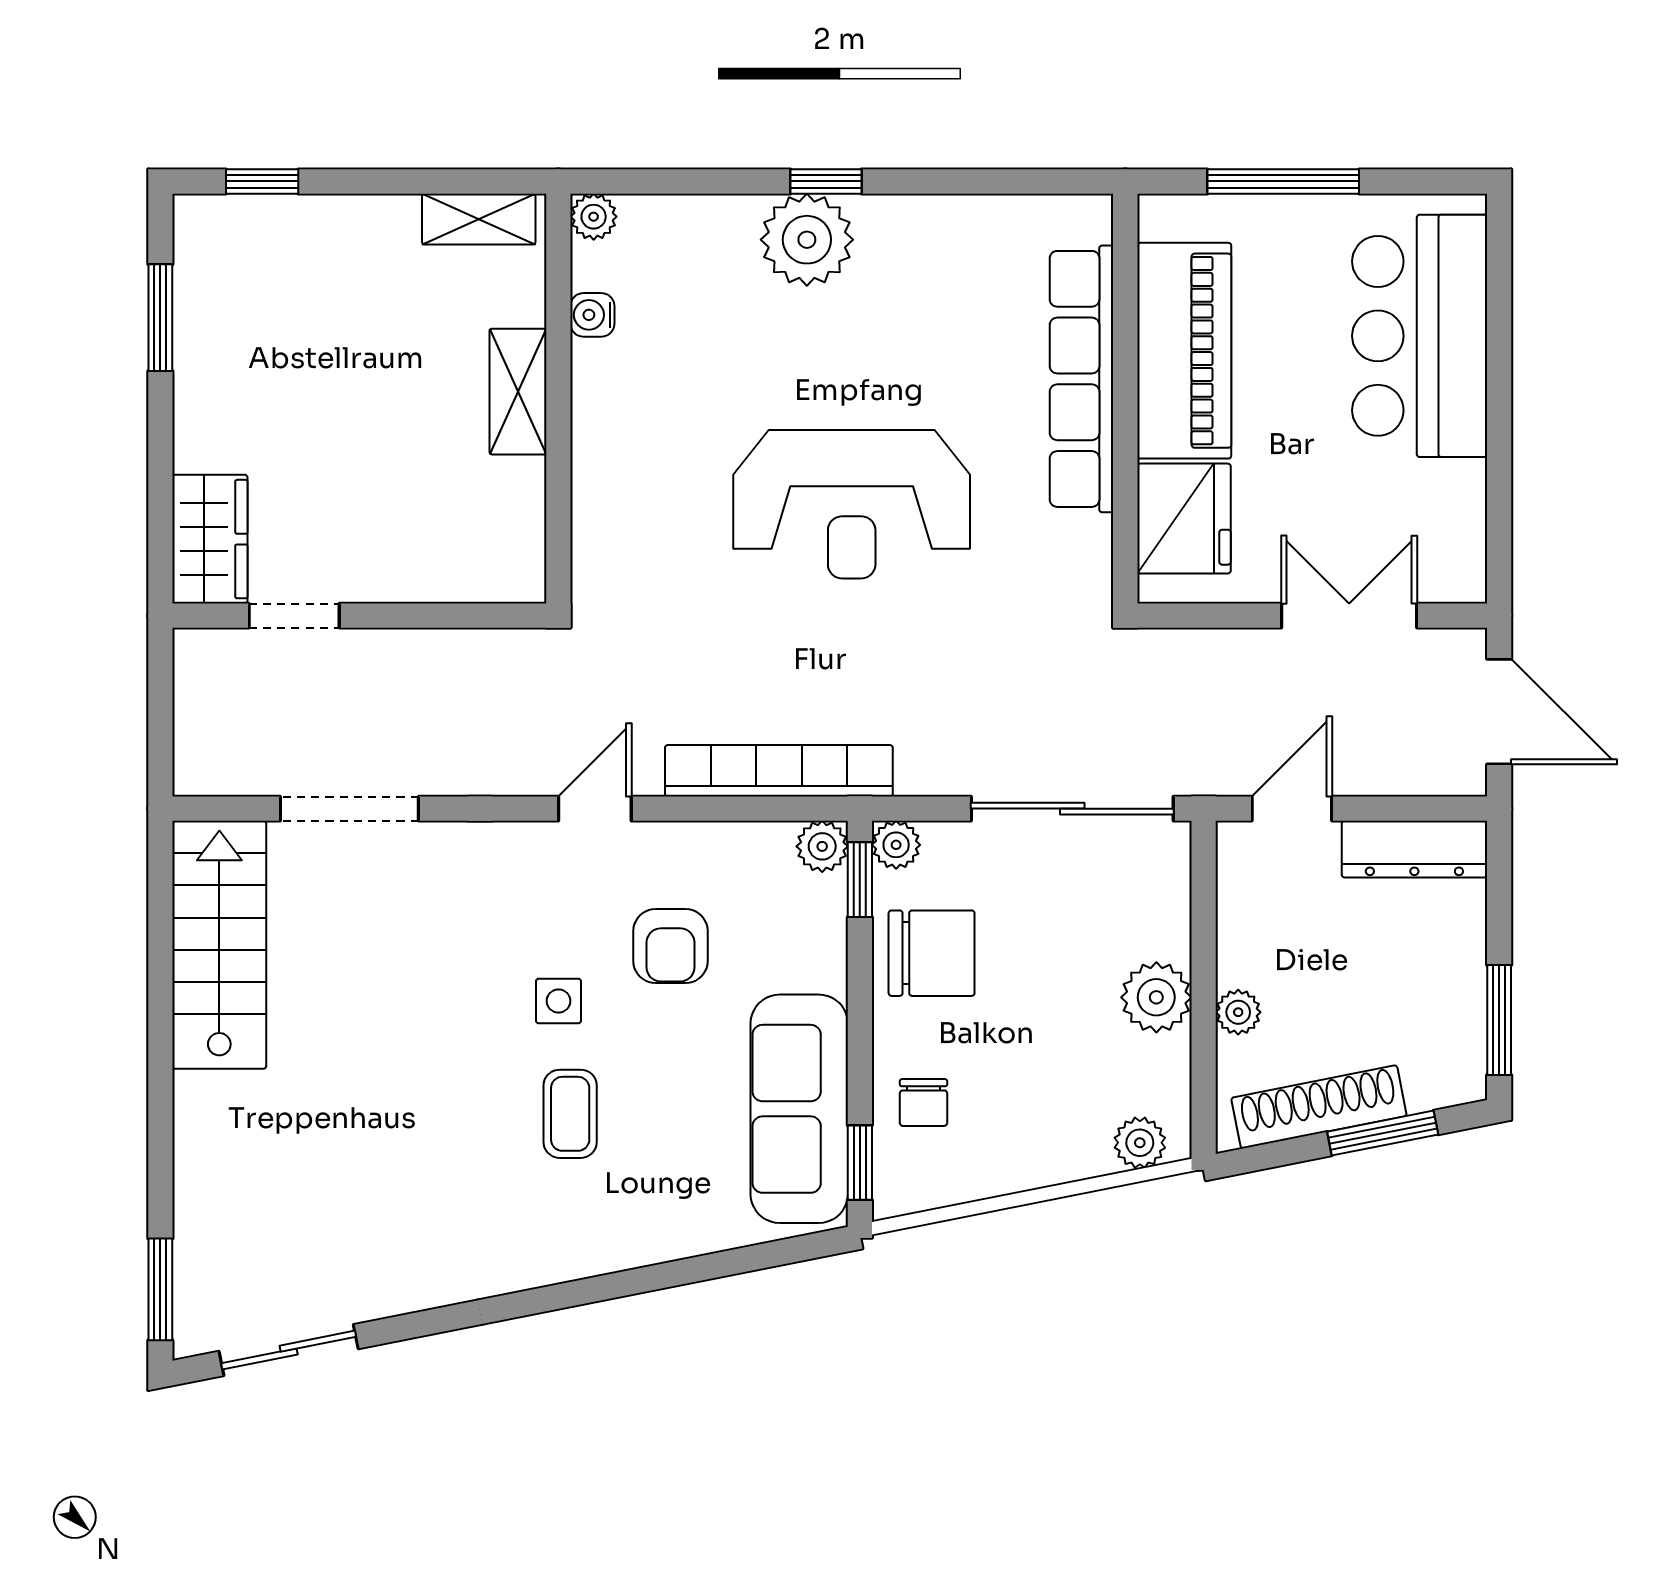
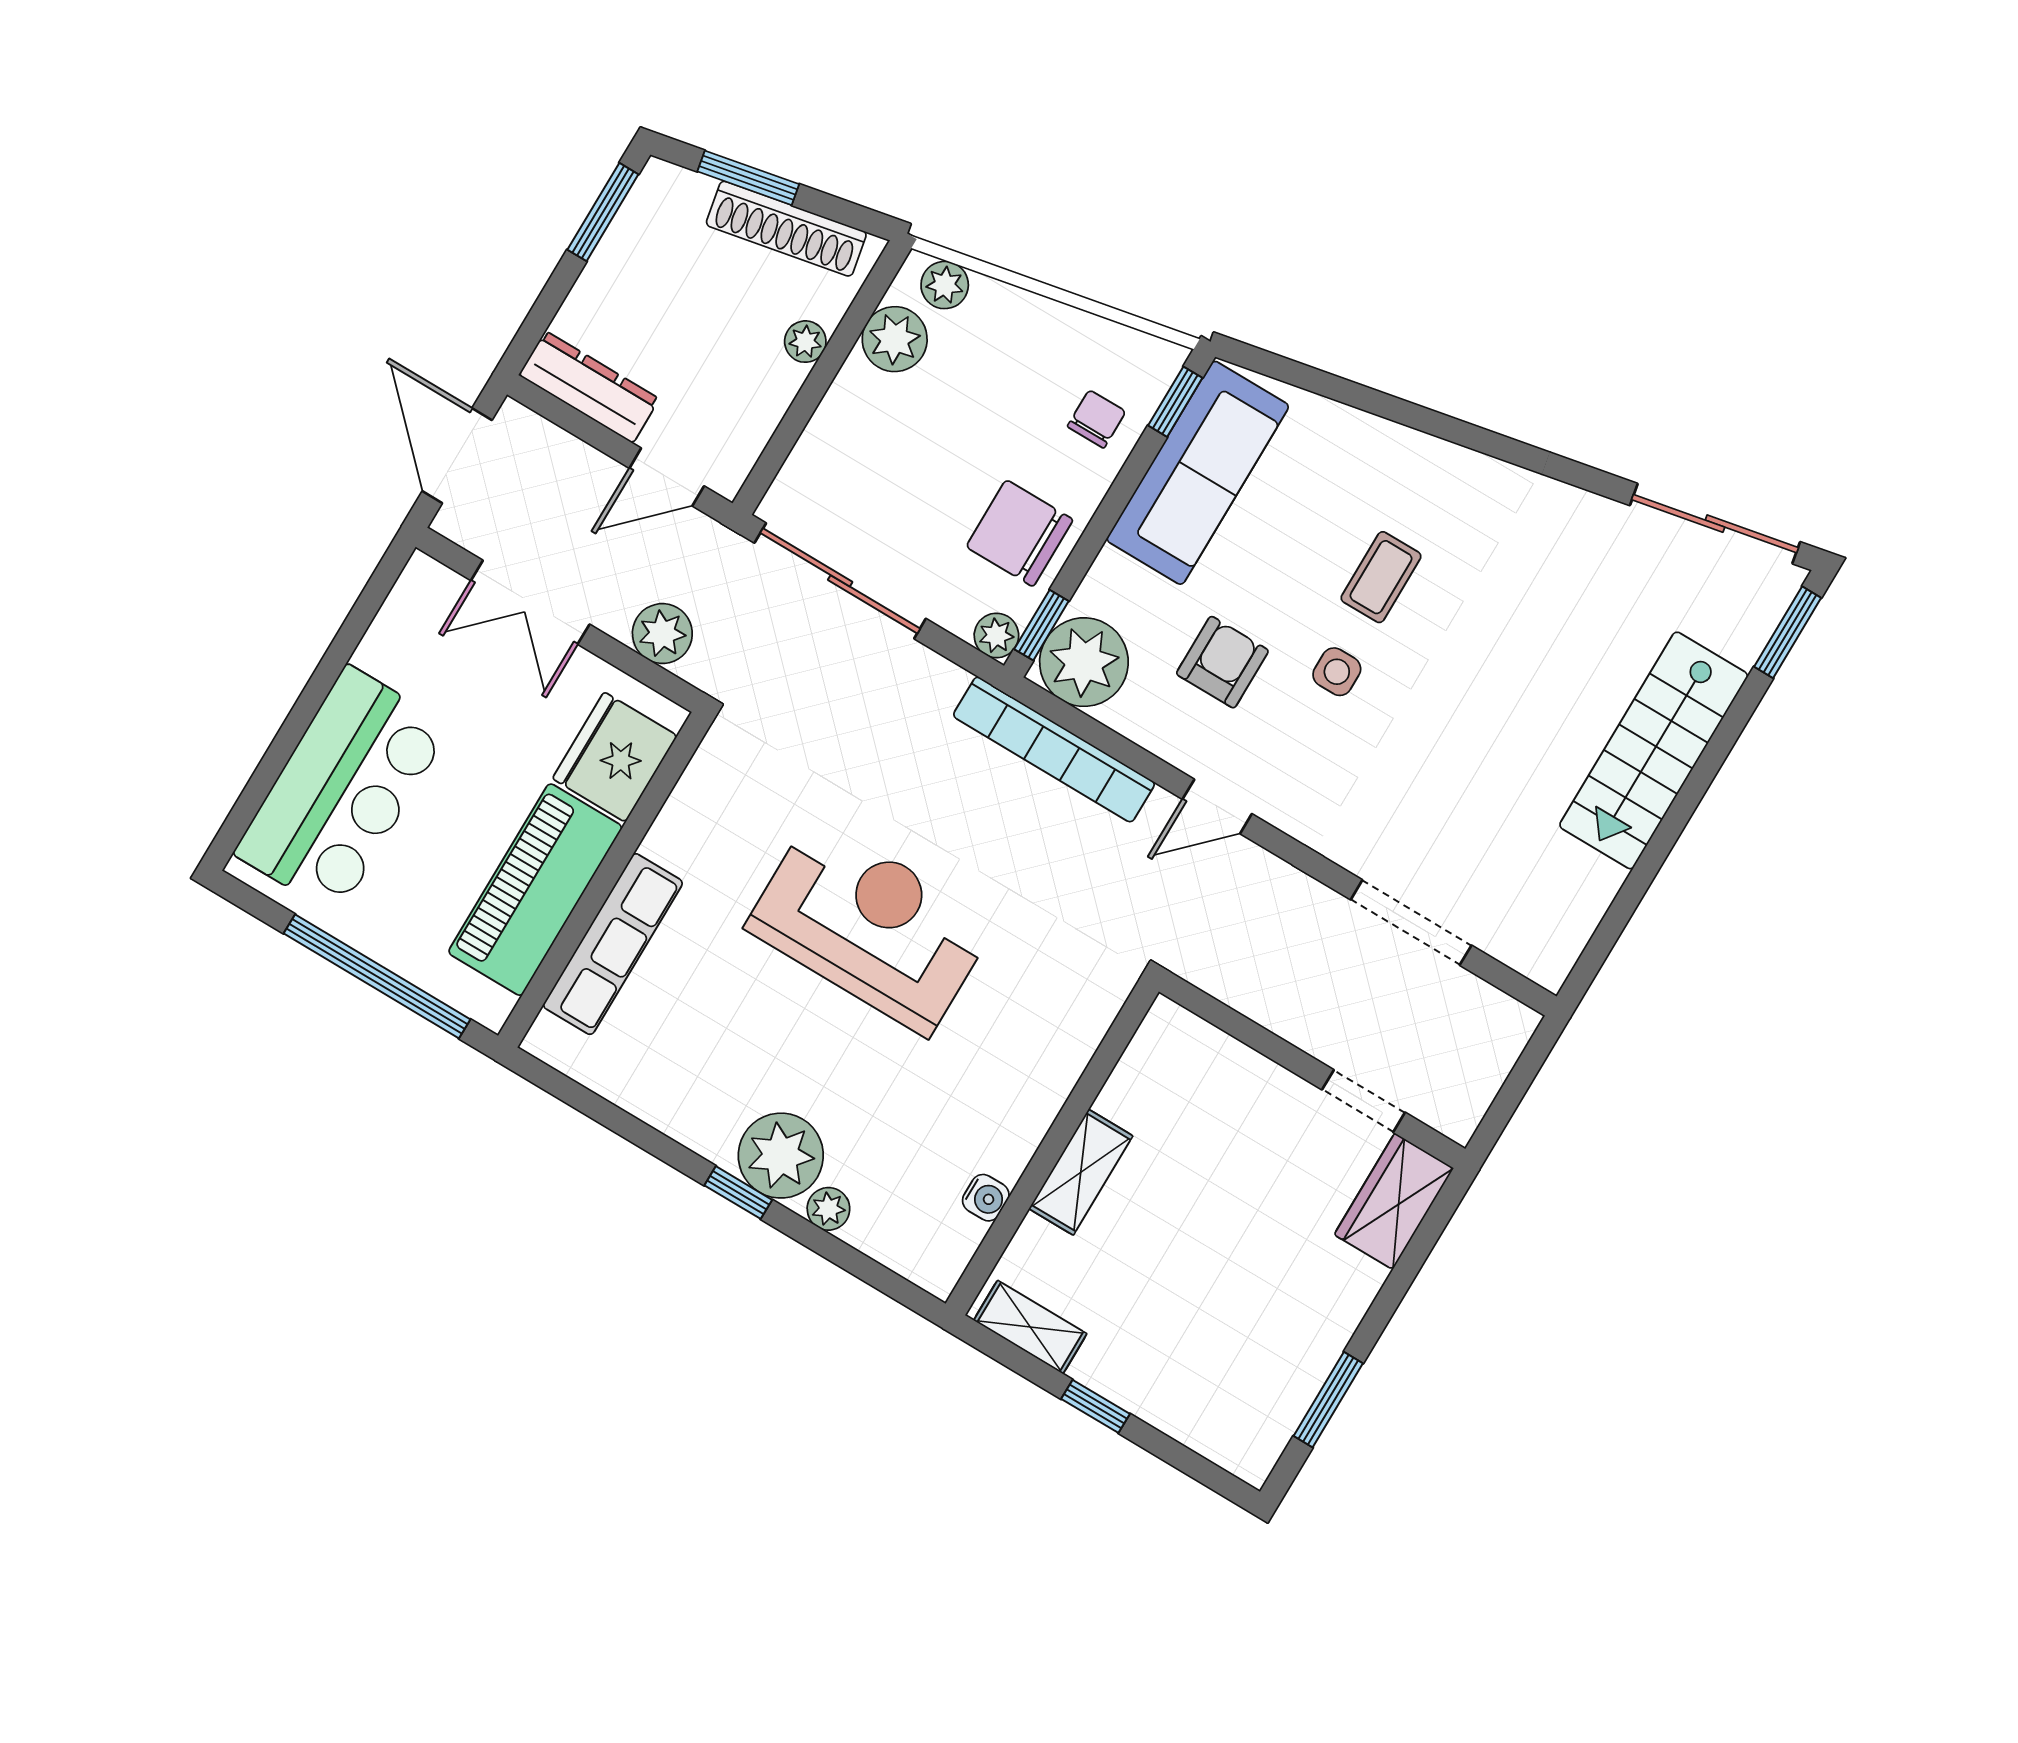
window: (262, 181) -> (1095, 1406), moved
window: (1283, 181) -> (377, 976), width x1.46
plant: (594, 217) -> (828, 1209), moved
row of seats: (1082, 379) -> (613, 944), width x0.73
plant: (1209, 660) -> (662, 634), added
plant: (822, 846) -> (1084, 662), width x1.87, depth x1.87
stairs: (219, 945) -> (1654, 750), moved
plant: (1156, 997) -> (895, 339), moved
sliding door: (289, 1350) -> (1715, 524), width x1.37

